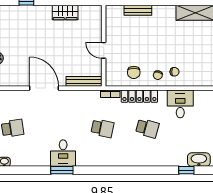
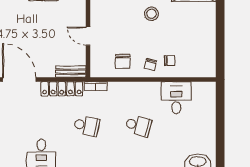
stool: (159, 31) -> (151, 14), added
bench: (84, 81) -> (71, 72), width x0.73
locker: (139, 96) -> (62, 89), moved

